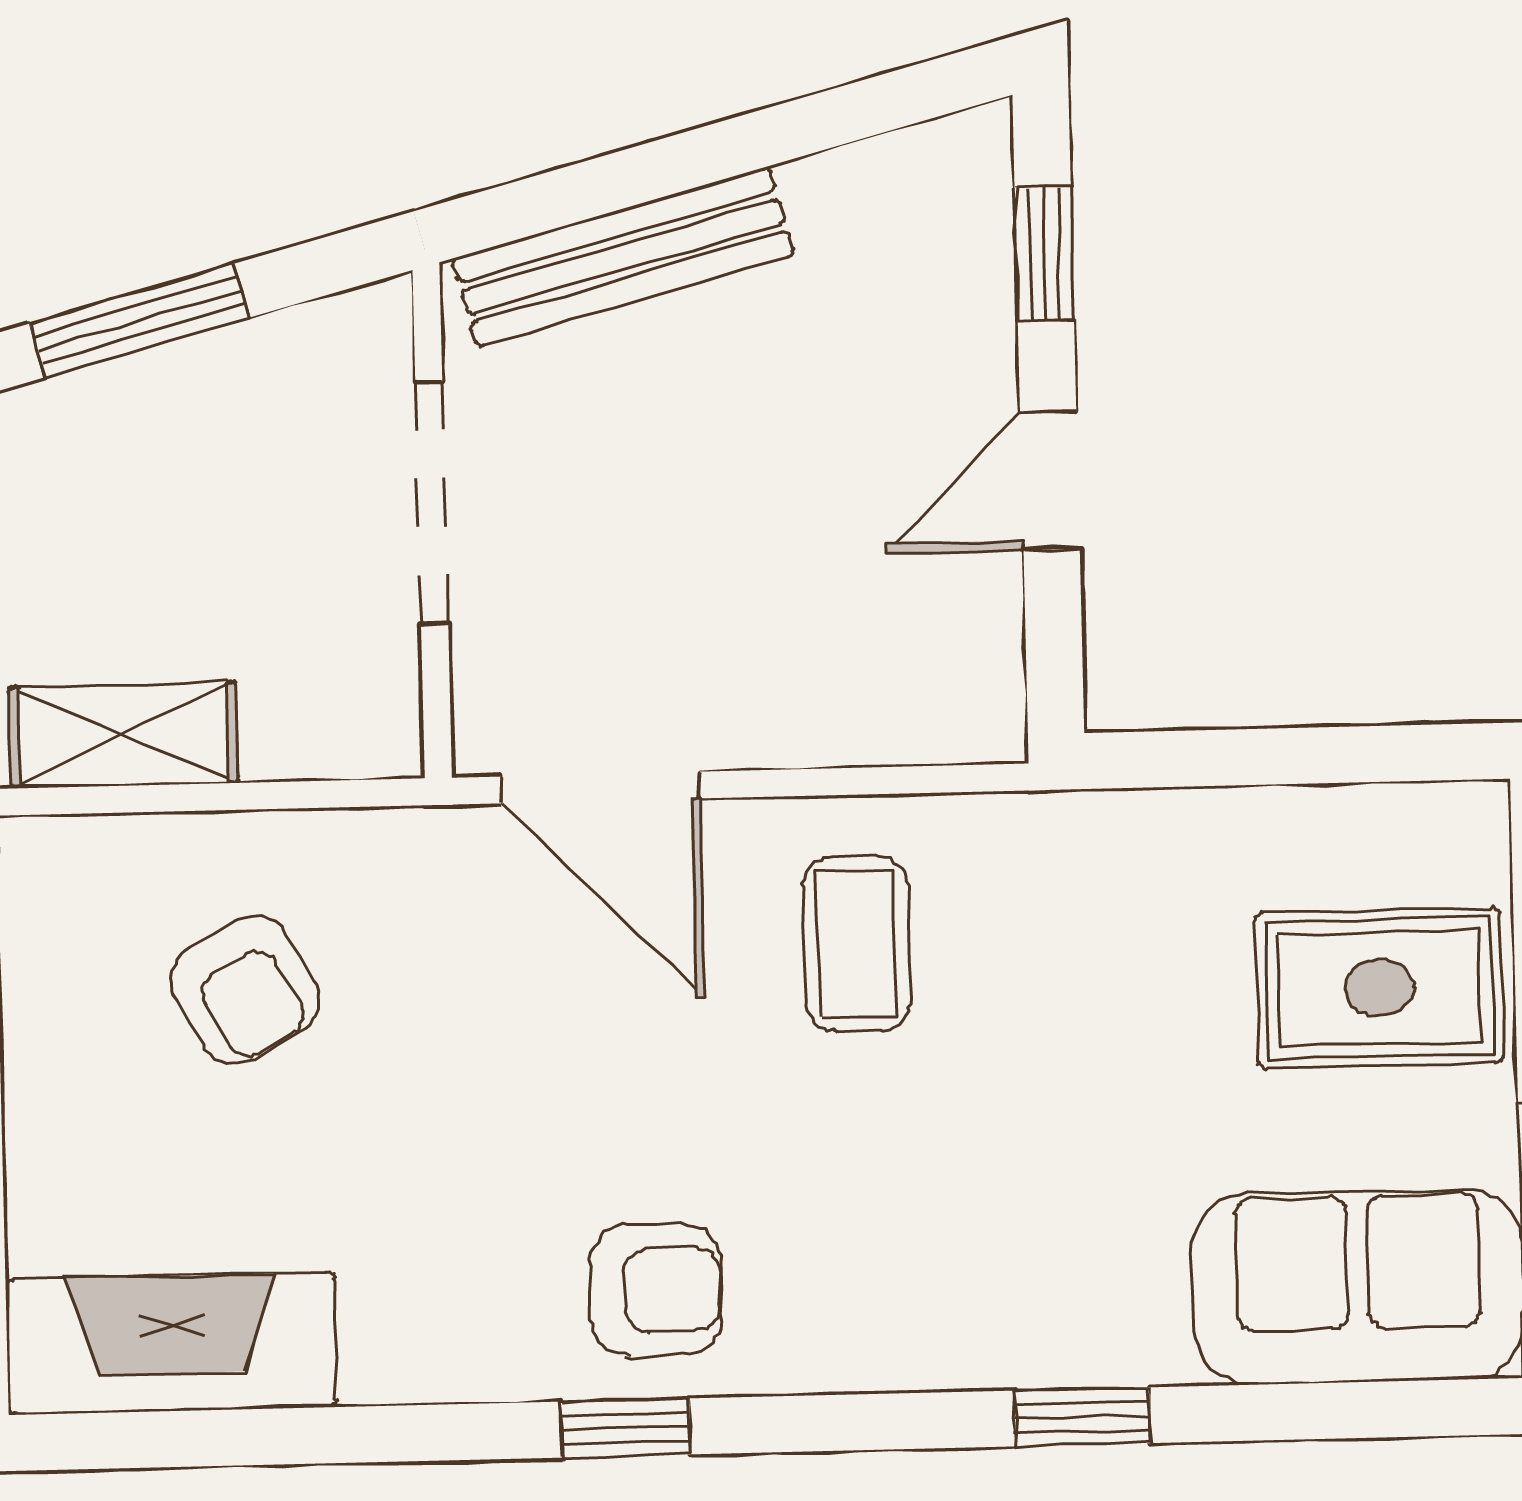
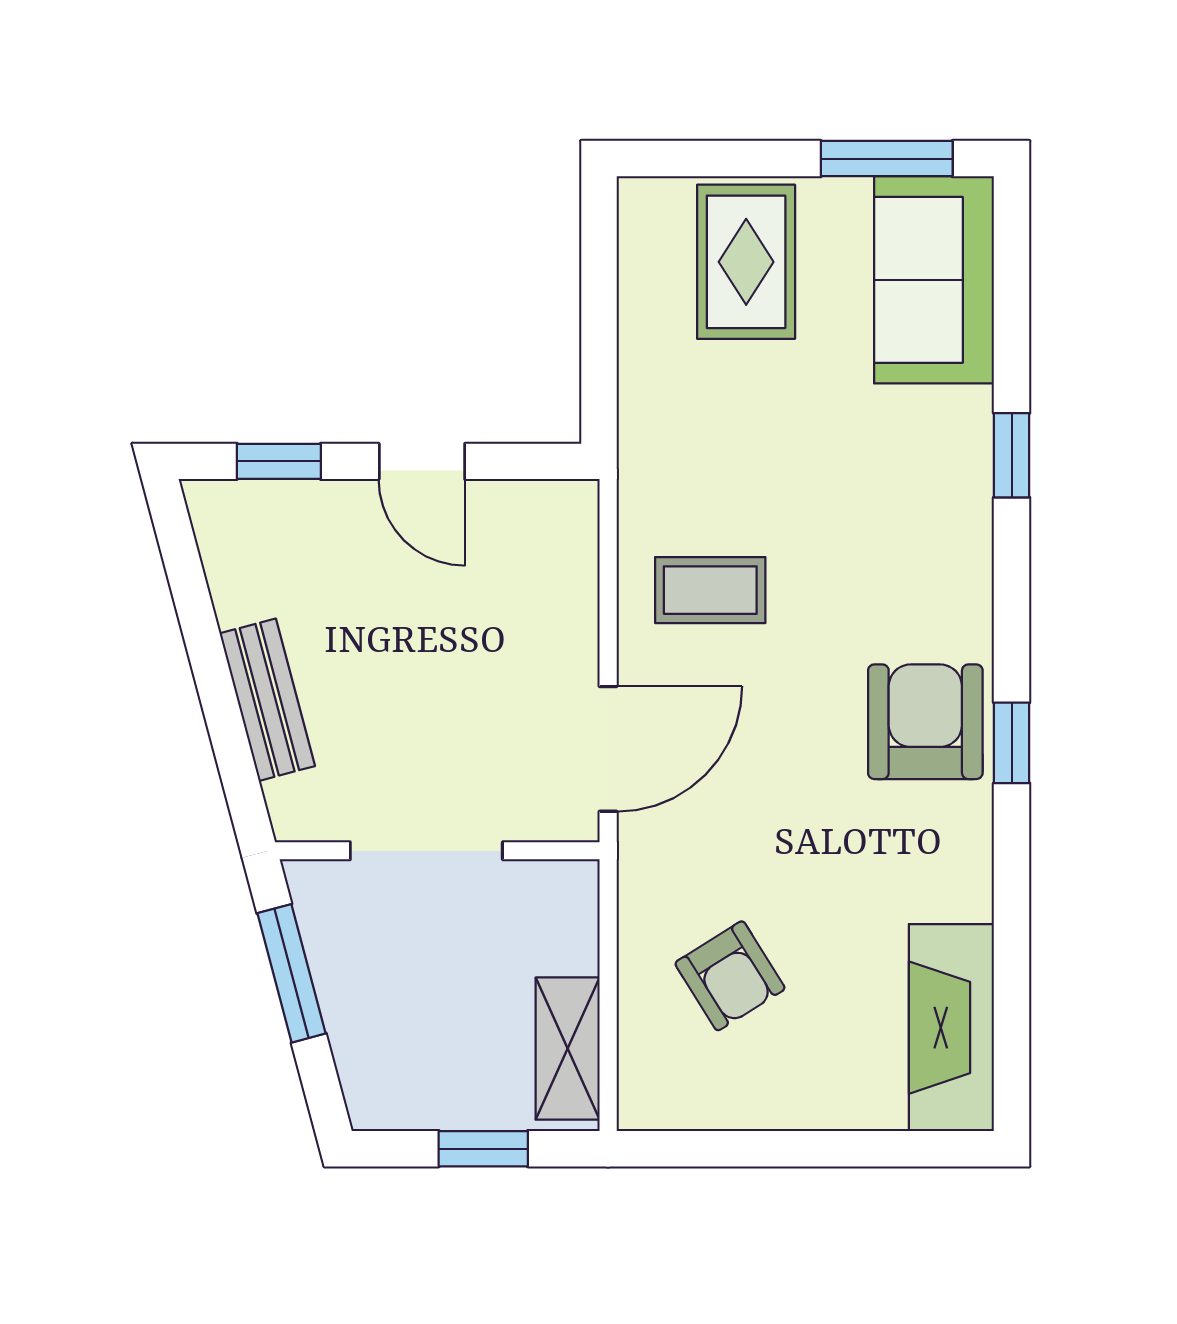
bench: (623, 257) -> (267, 700), width x0.73
window: (139, 321) -> (292, 973), moved
armchair: (245, 990) -> (730, 976), turned 87
armchair: (656, 1290) -> (925, 722), width x1.38, depth x1.38

